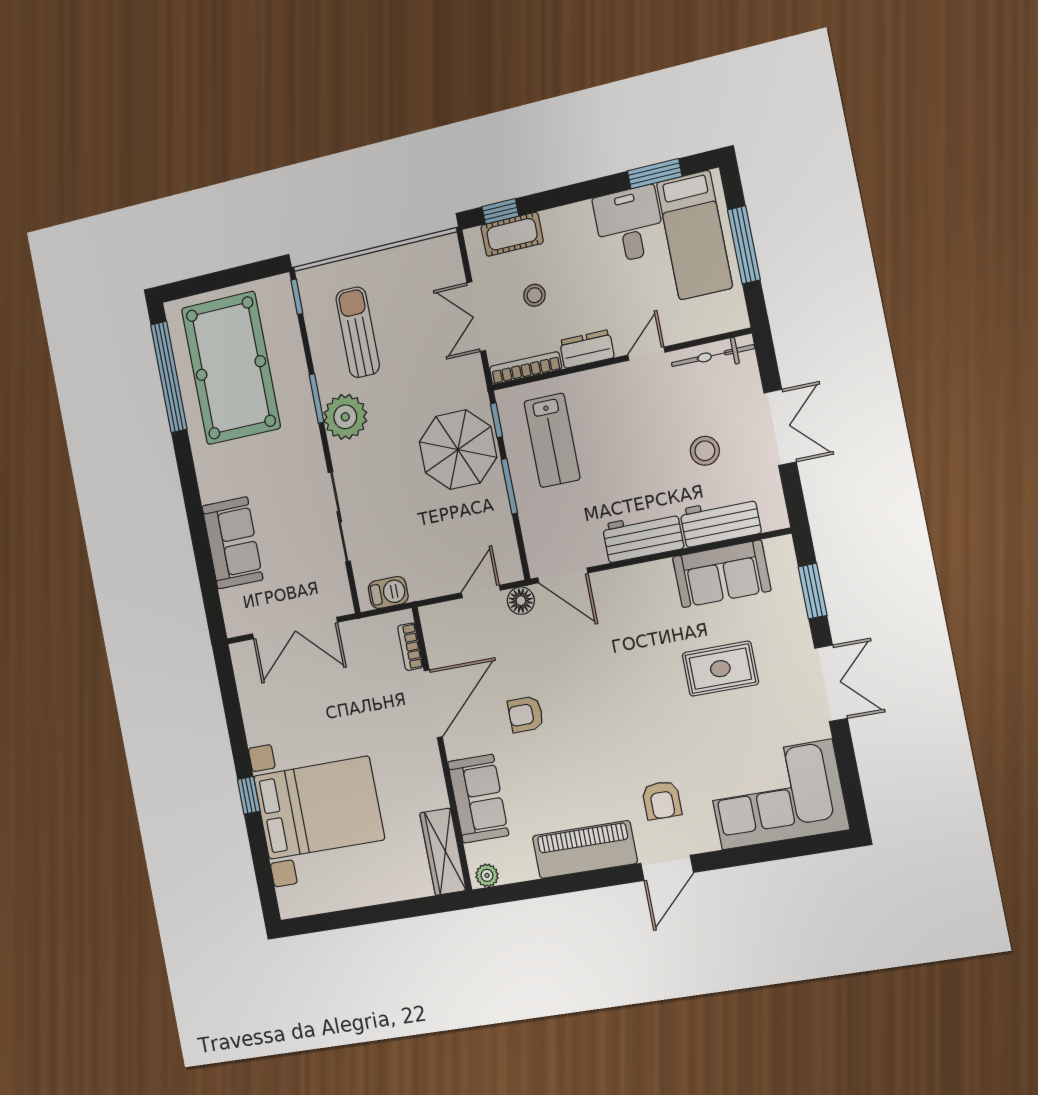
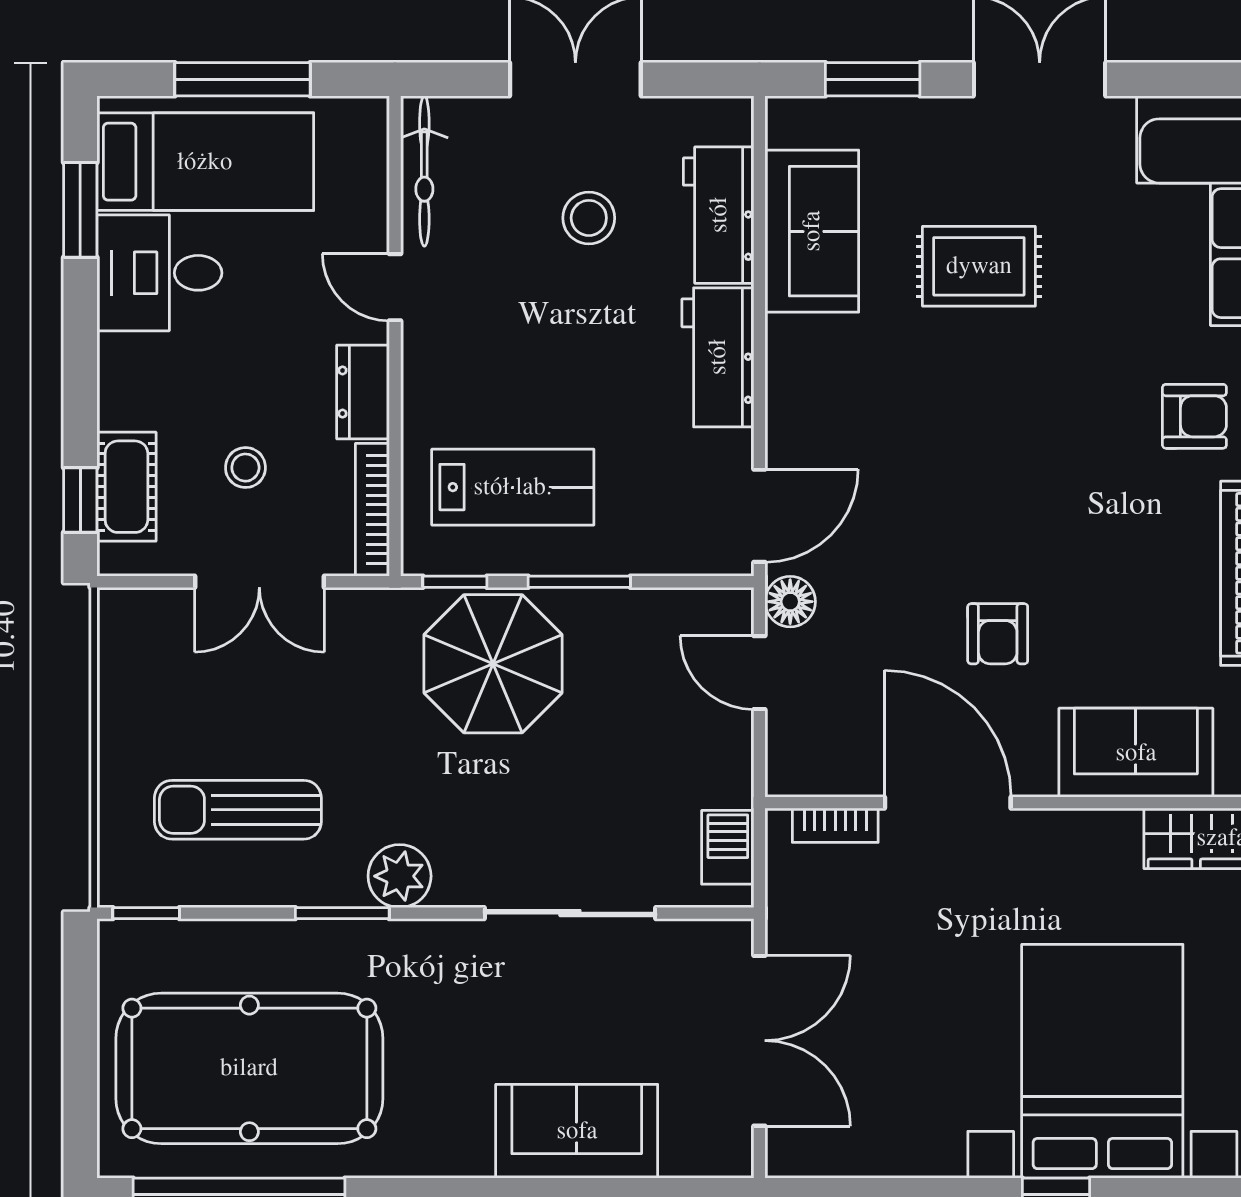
plant: (345, 417) -> (400, 876), width x0.73, depth x0.73
rug: (720, 669) -> (979, 266), turned 90

